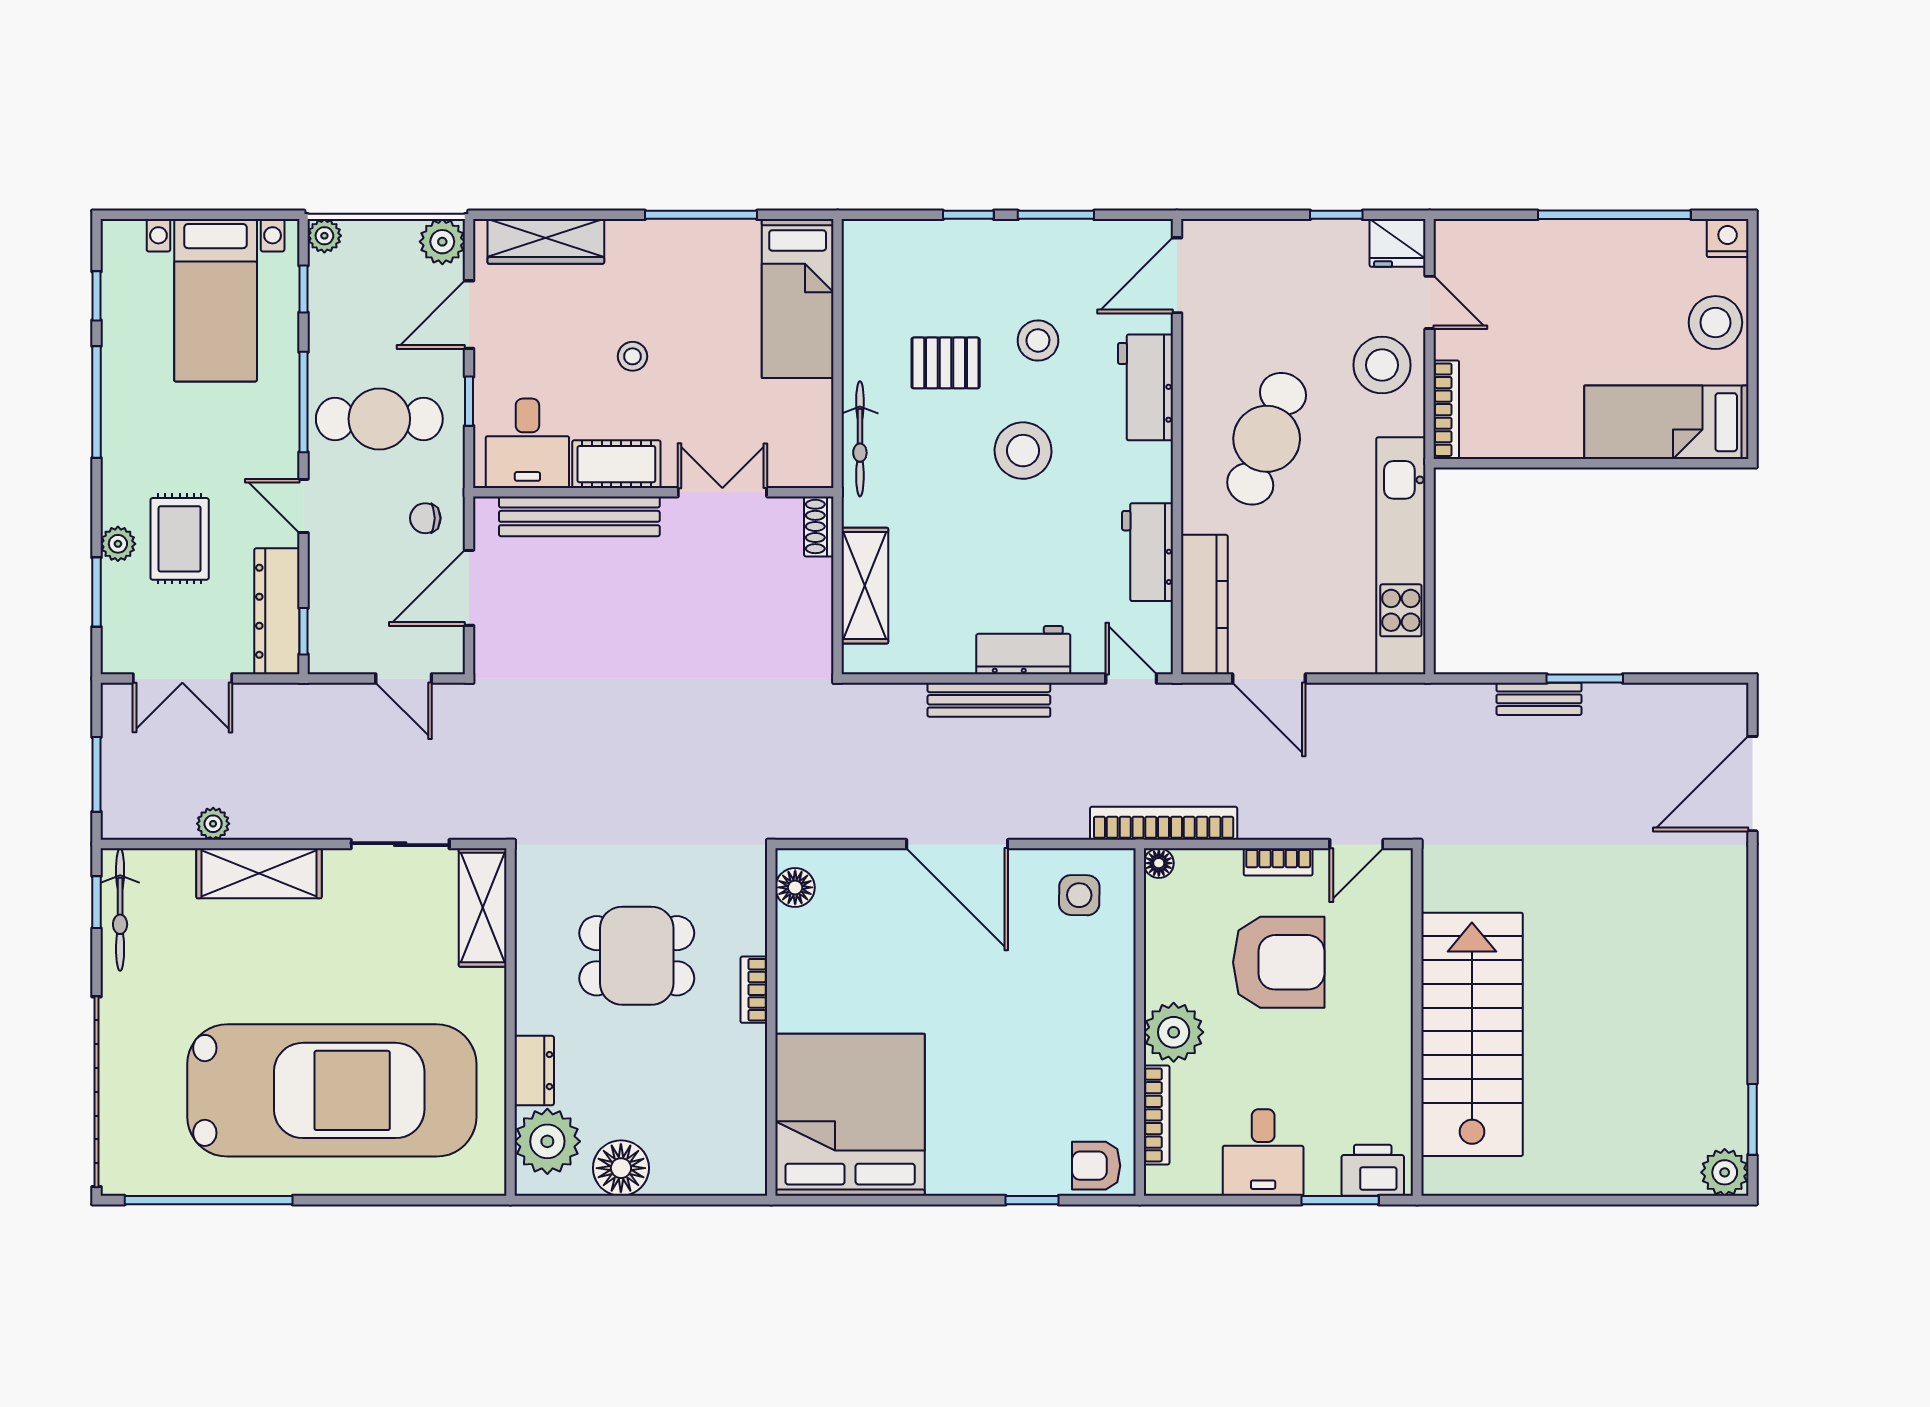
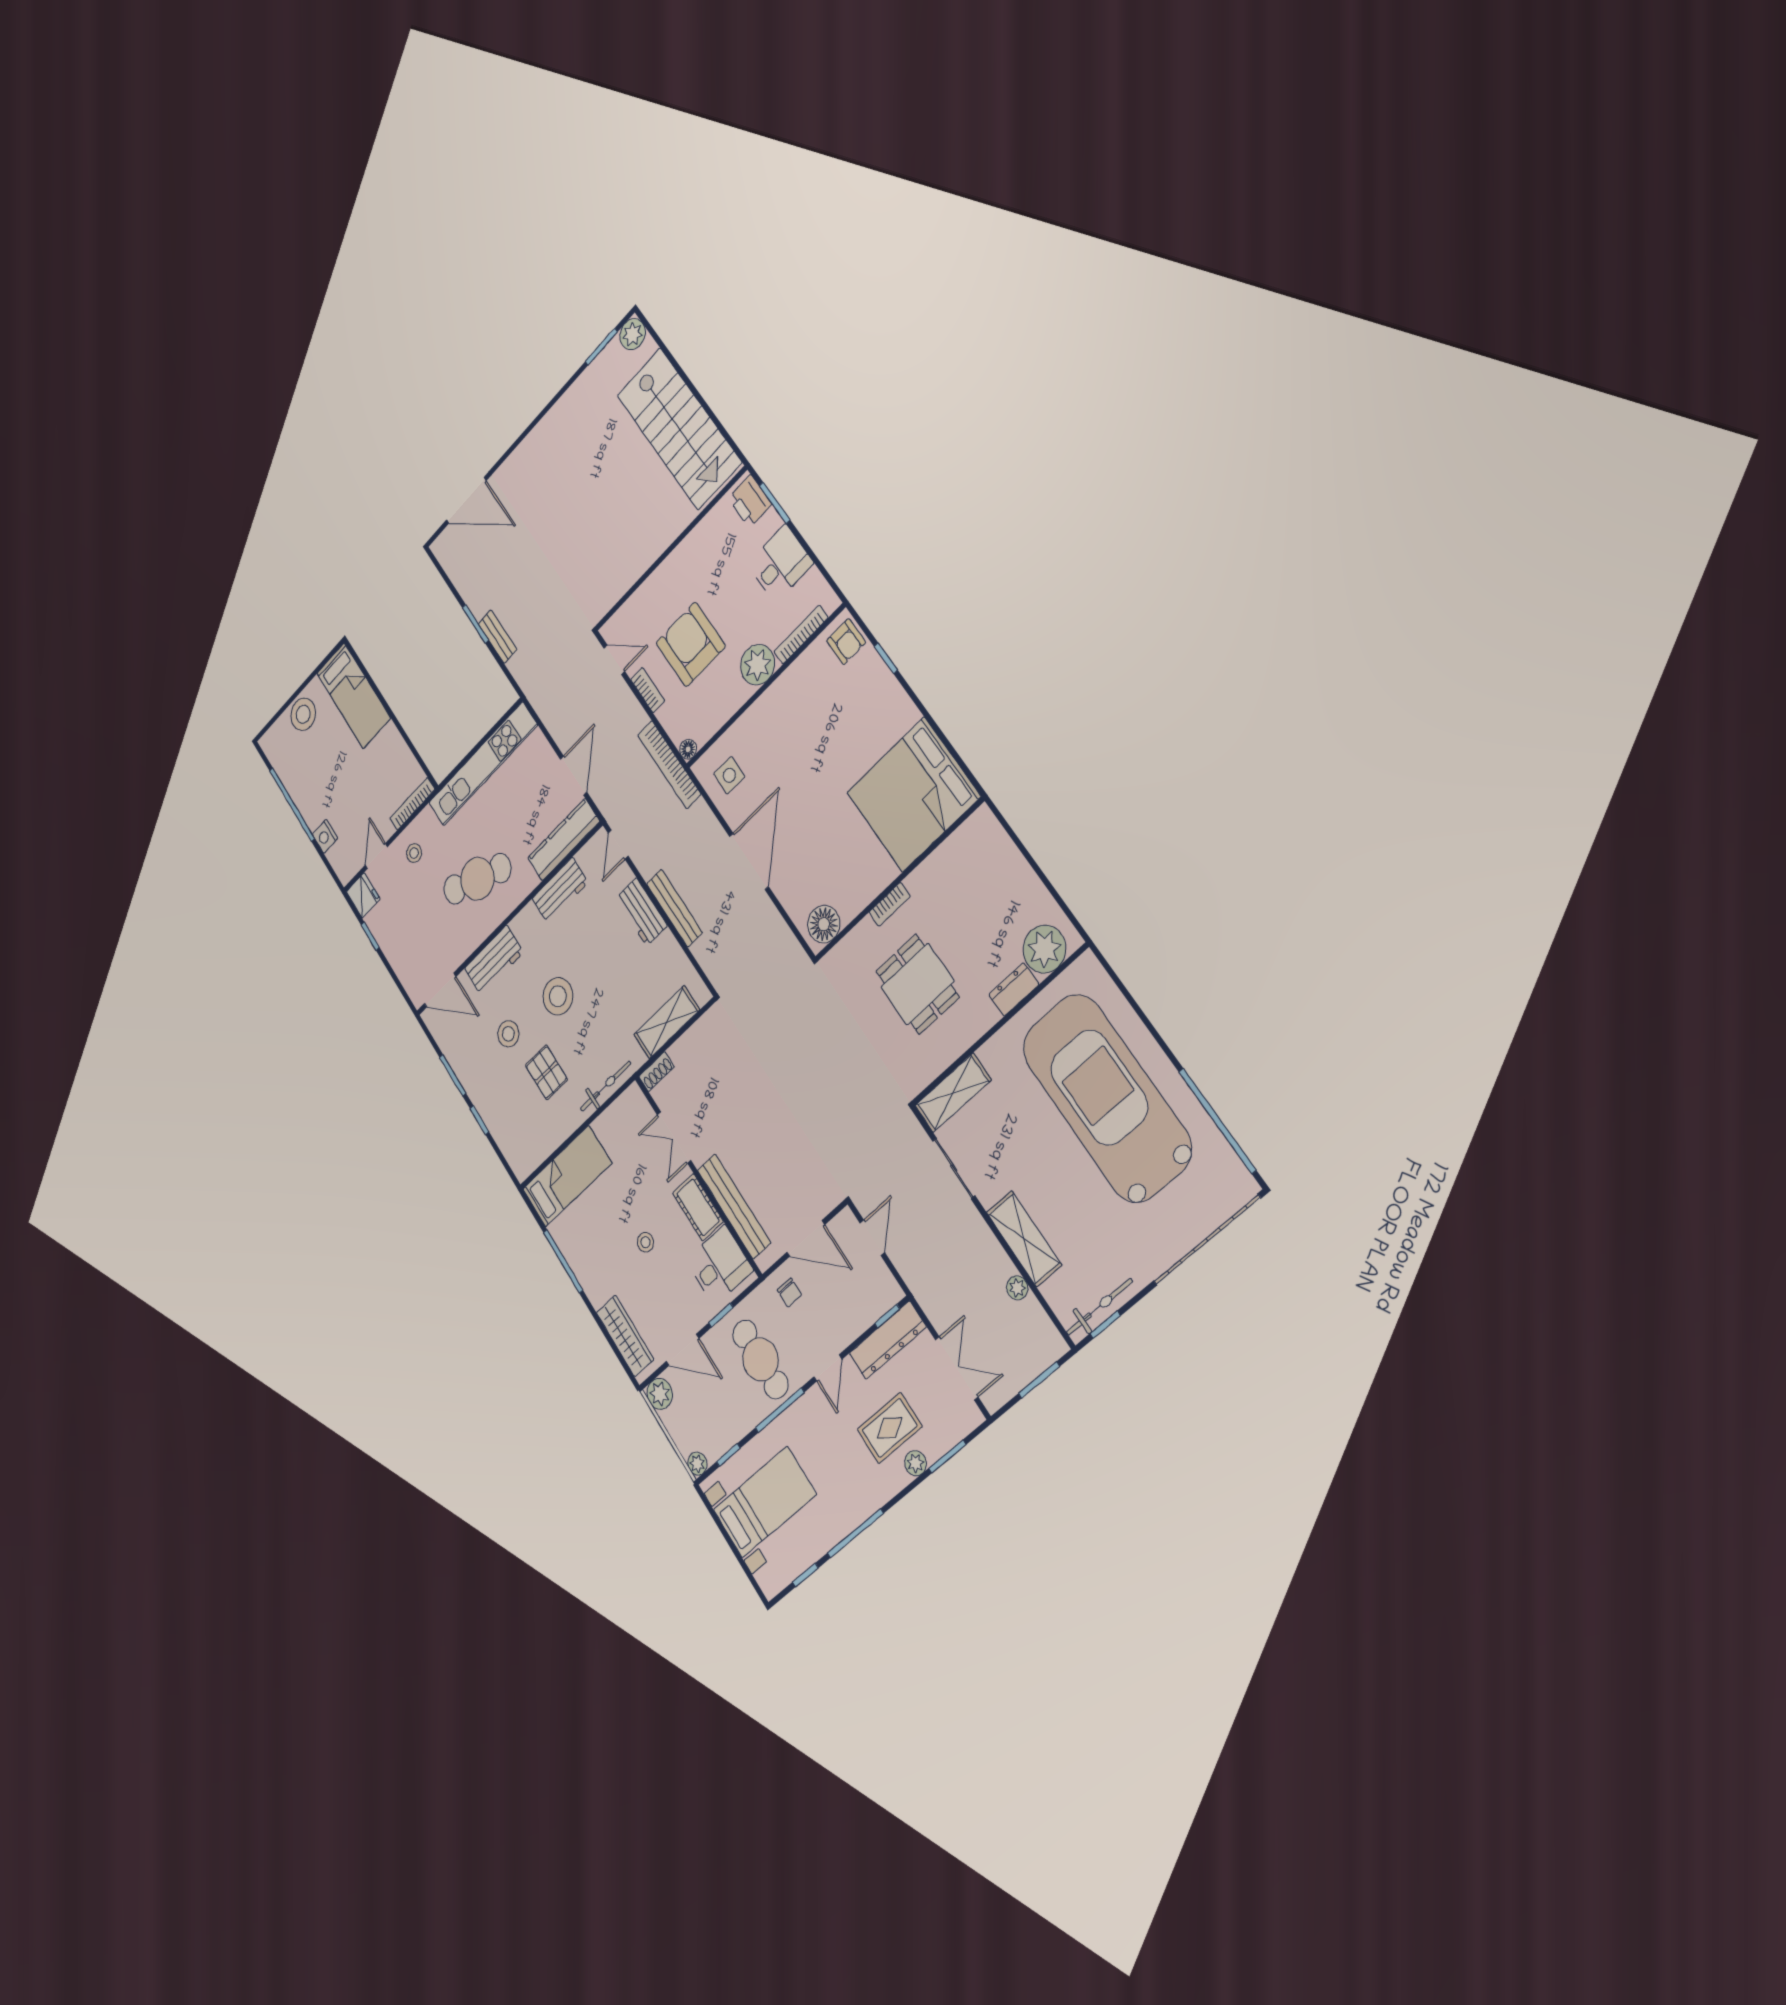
nightstand: (1728, 238) -> (325, 836), moved
stool: (1382, 365) -> (414, 853), width x0.53, depth x0.53
floor lamp: (795, 887) -> (824, 924), width x1.38, depth x1.38
stairs: (1472, 1034) -> (679, 429), moved, turned -90
floor lamp: (621, 1168) -> (1028, 895), removed

